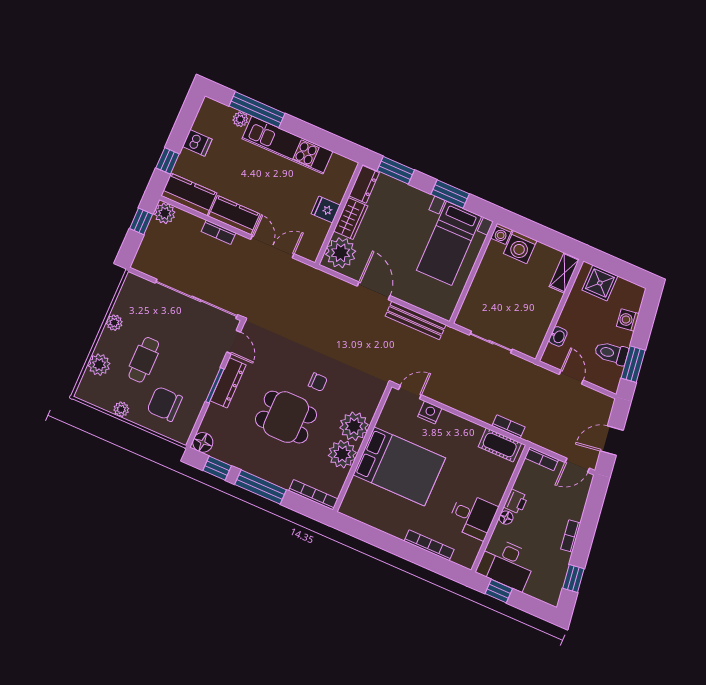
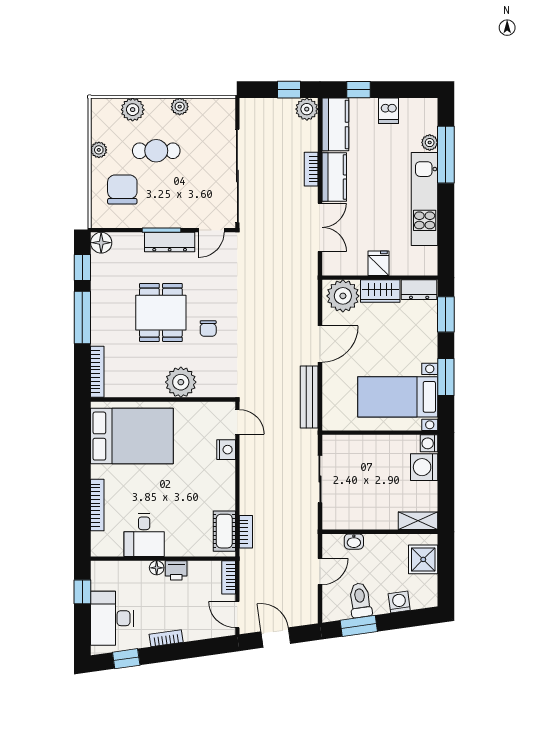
plant: (342, 454) -> (149, 383), removed
bed: (399, 466) -> (132, 436), moved, turned -90
desk: (506, 564) -> (112, 618), moved

